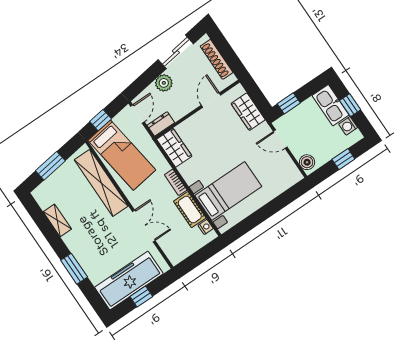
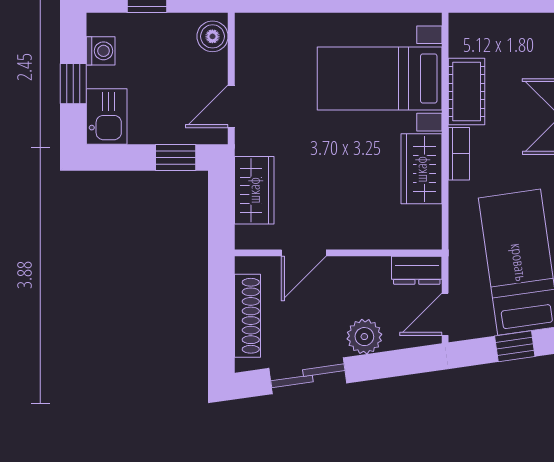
kitchen sink: (331, 105) -> (107, 116), width x0.73
door: (280, 139) -> (231, 106), swing flipped
wardrobe: (174, 148) -> (421, 169), moved
nightstand: (206, 227) -> (460, 44), removed

